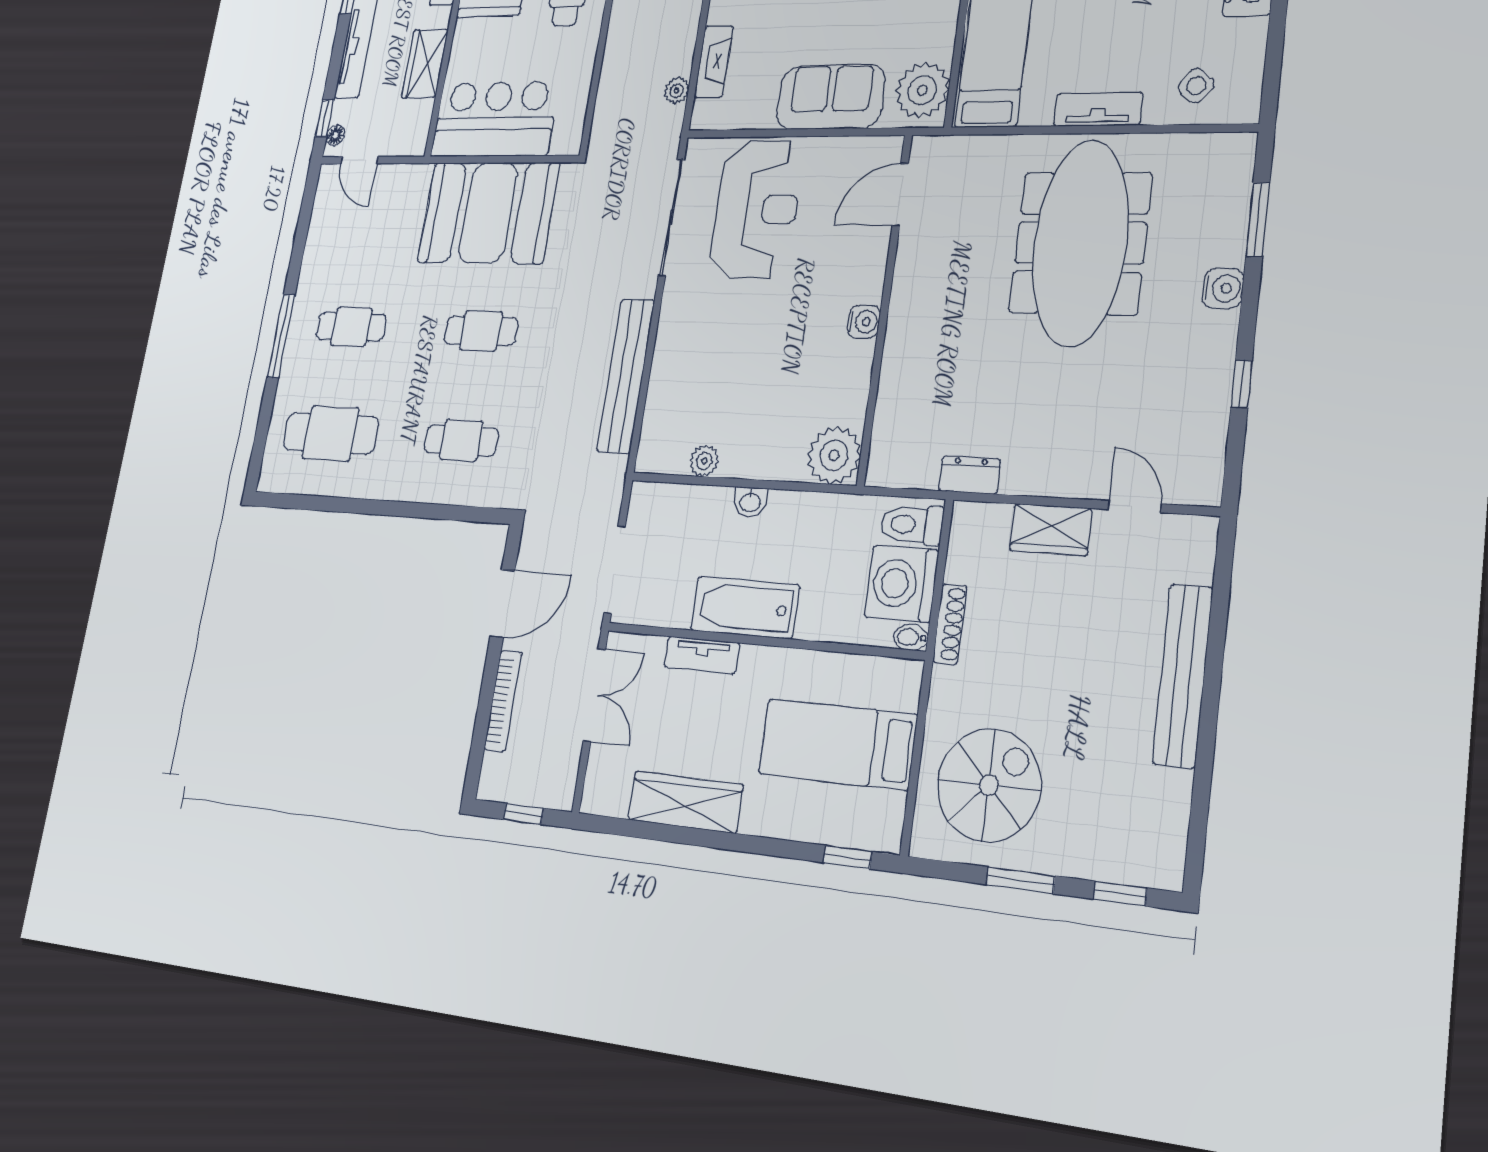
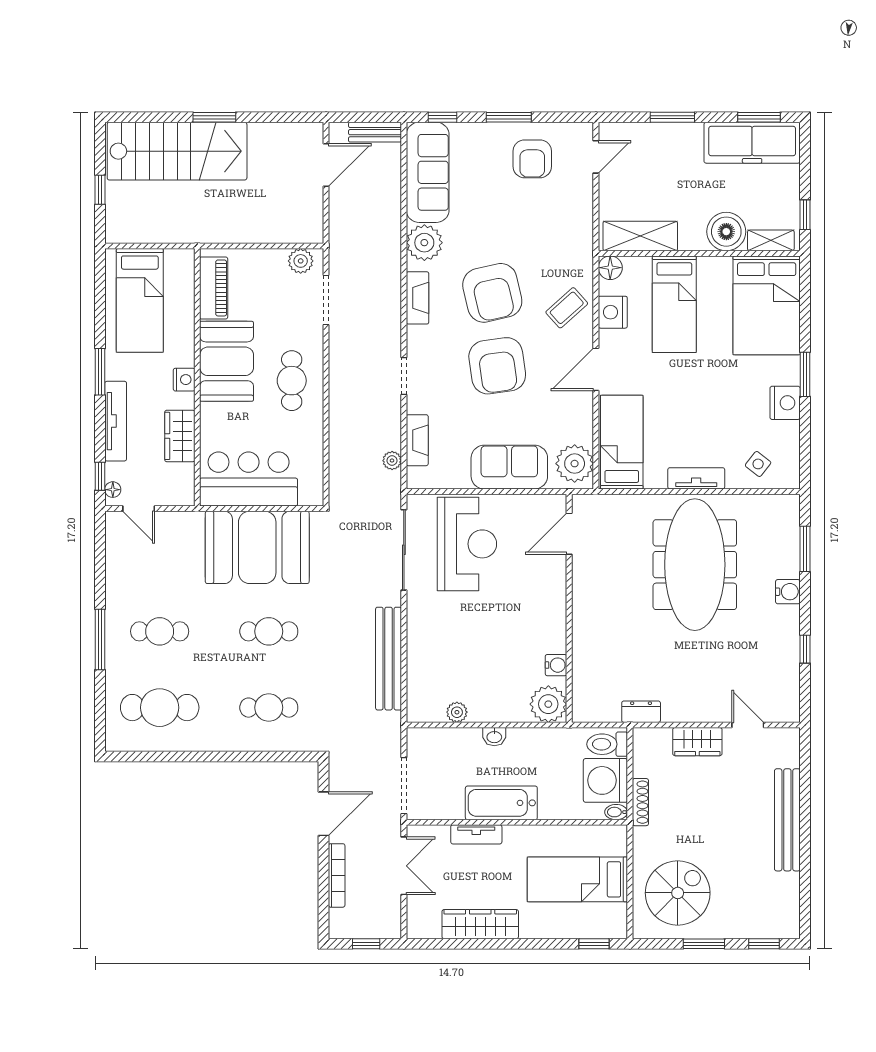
water cooler: (864, 322) -> (556, 665), moved

